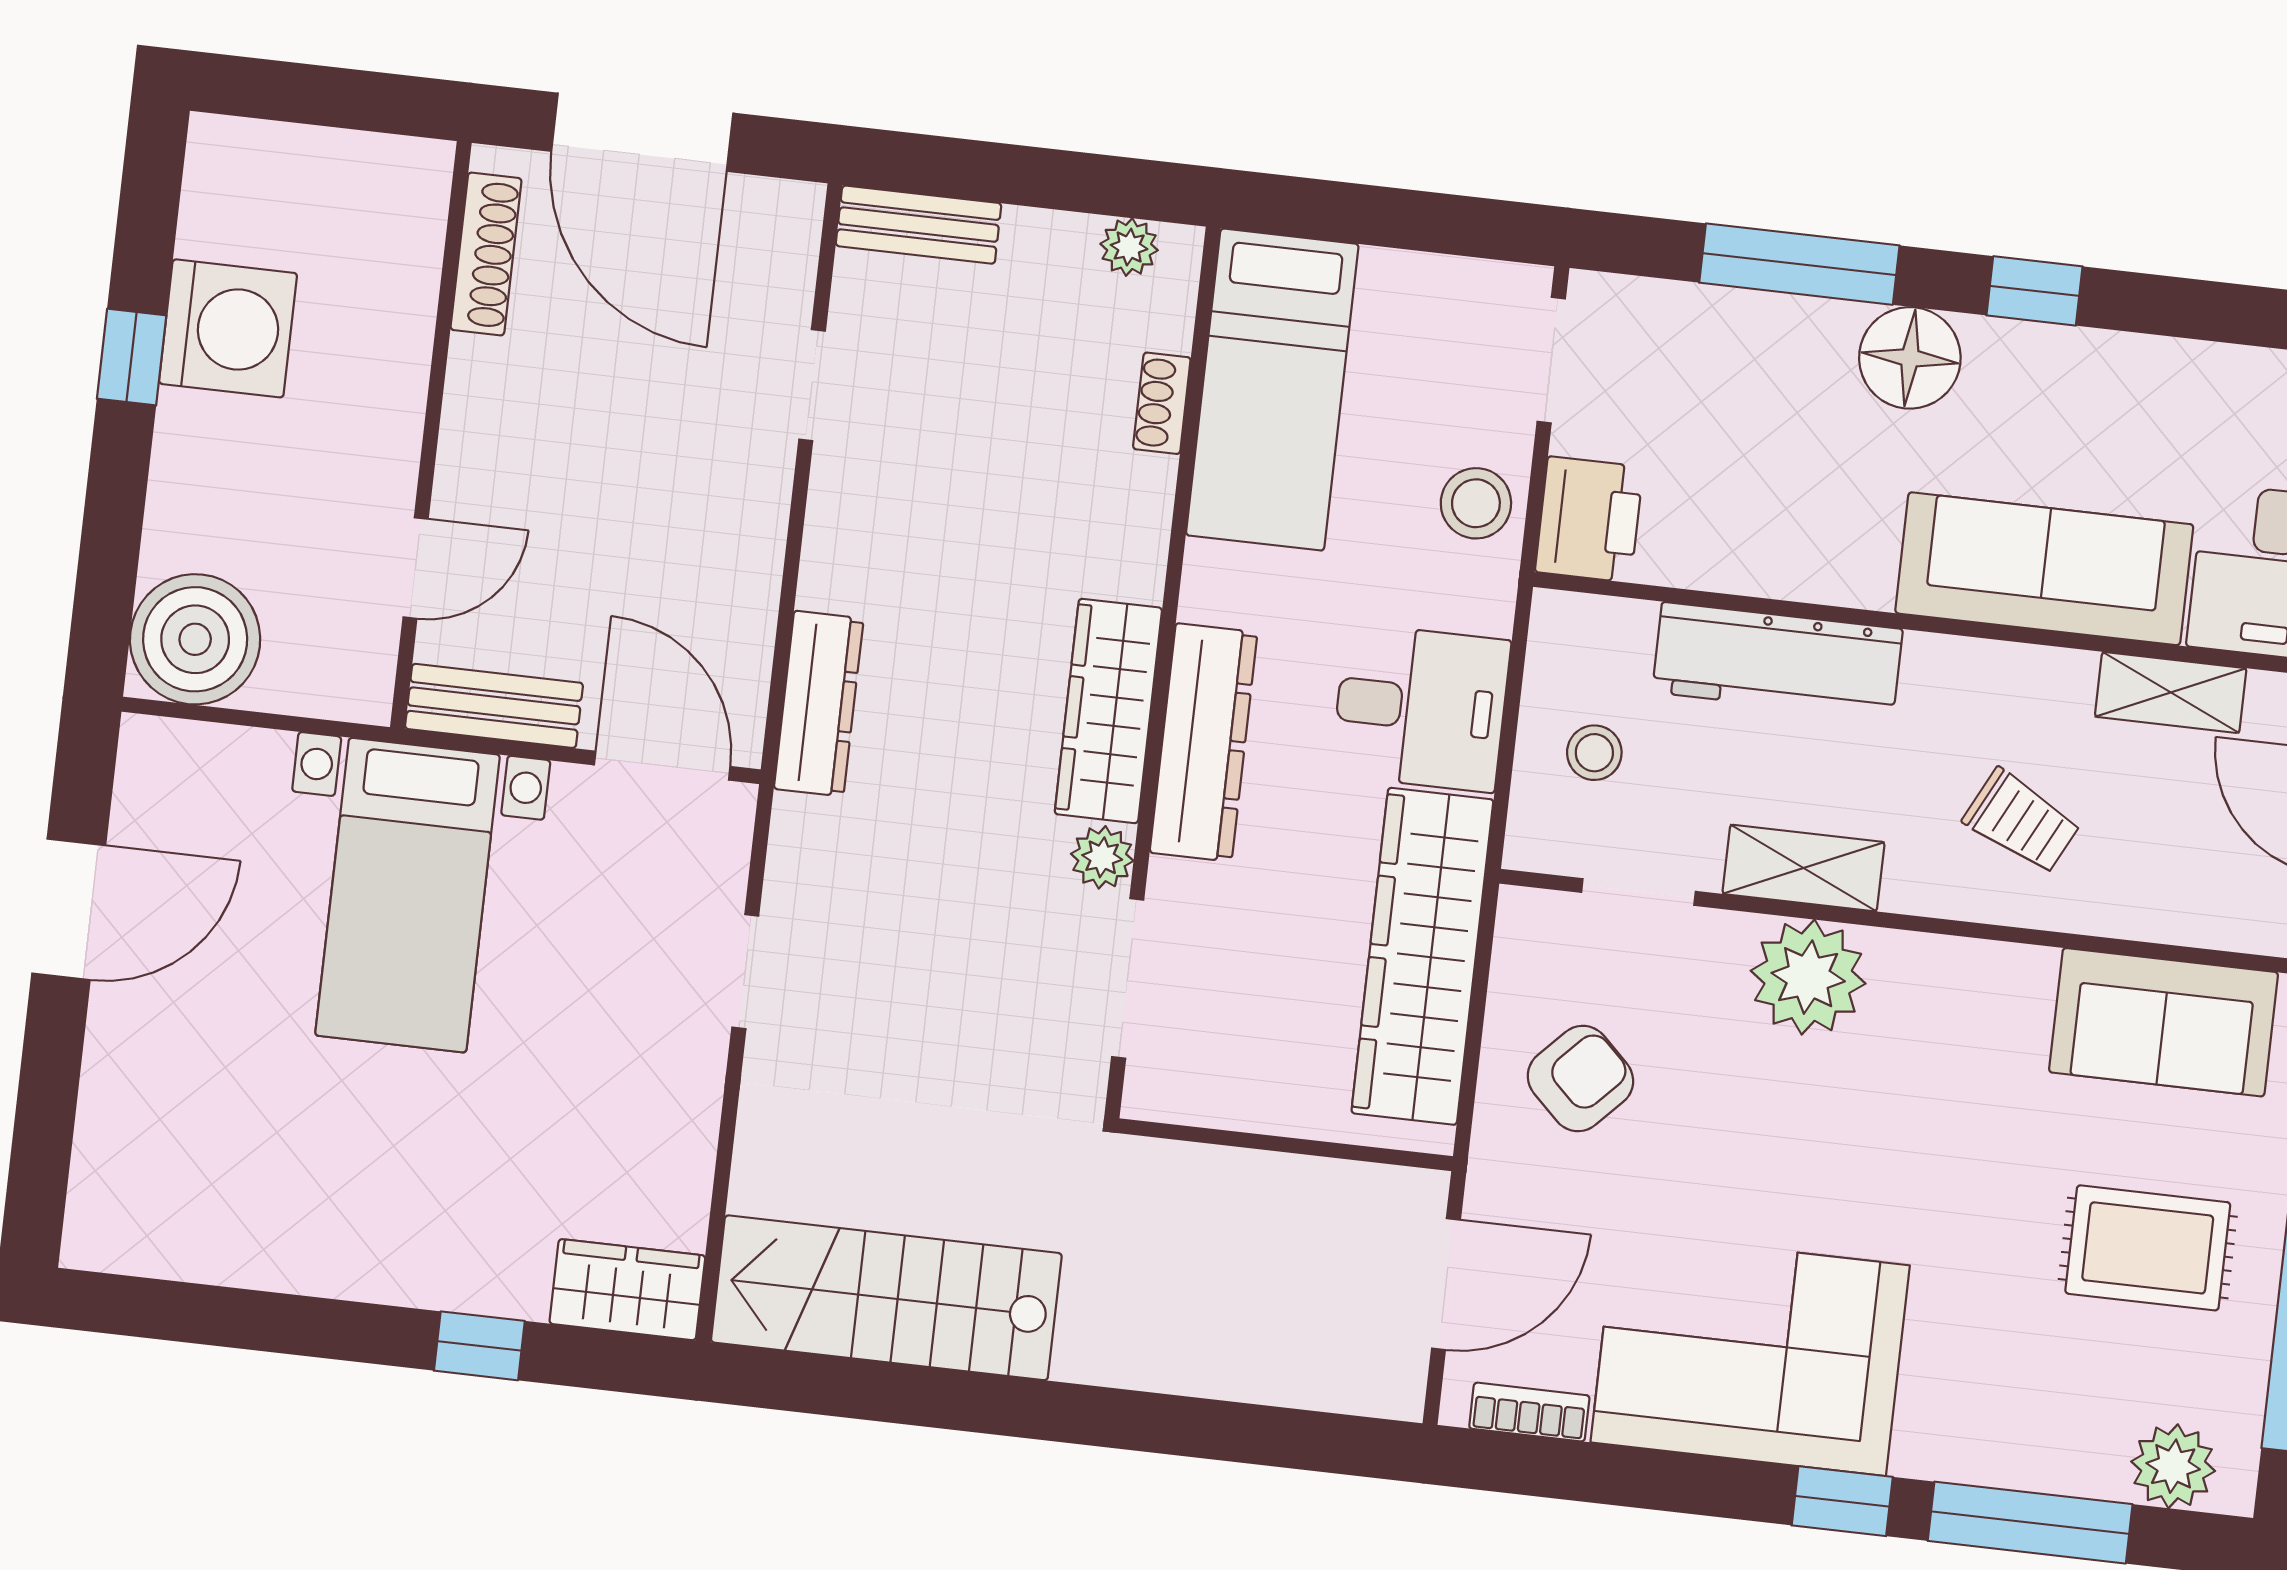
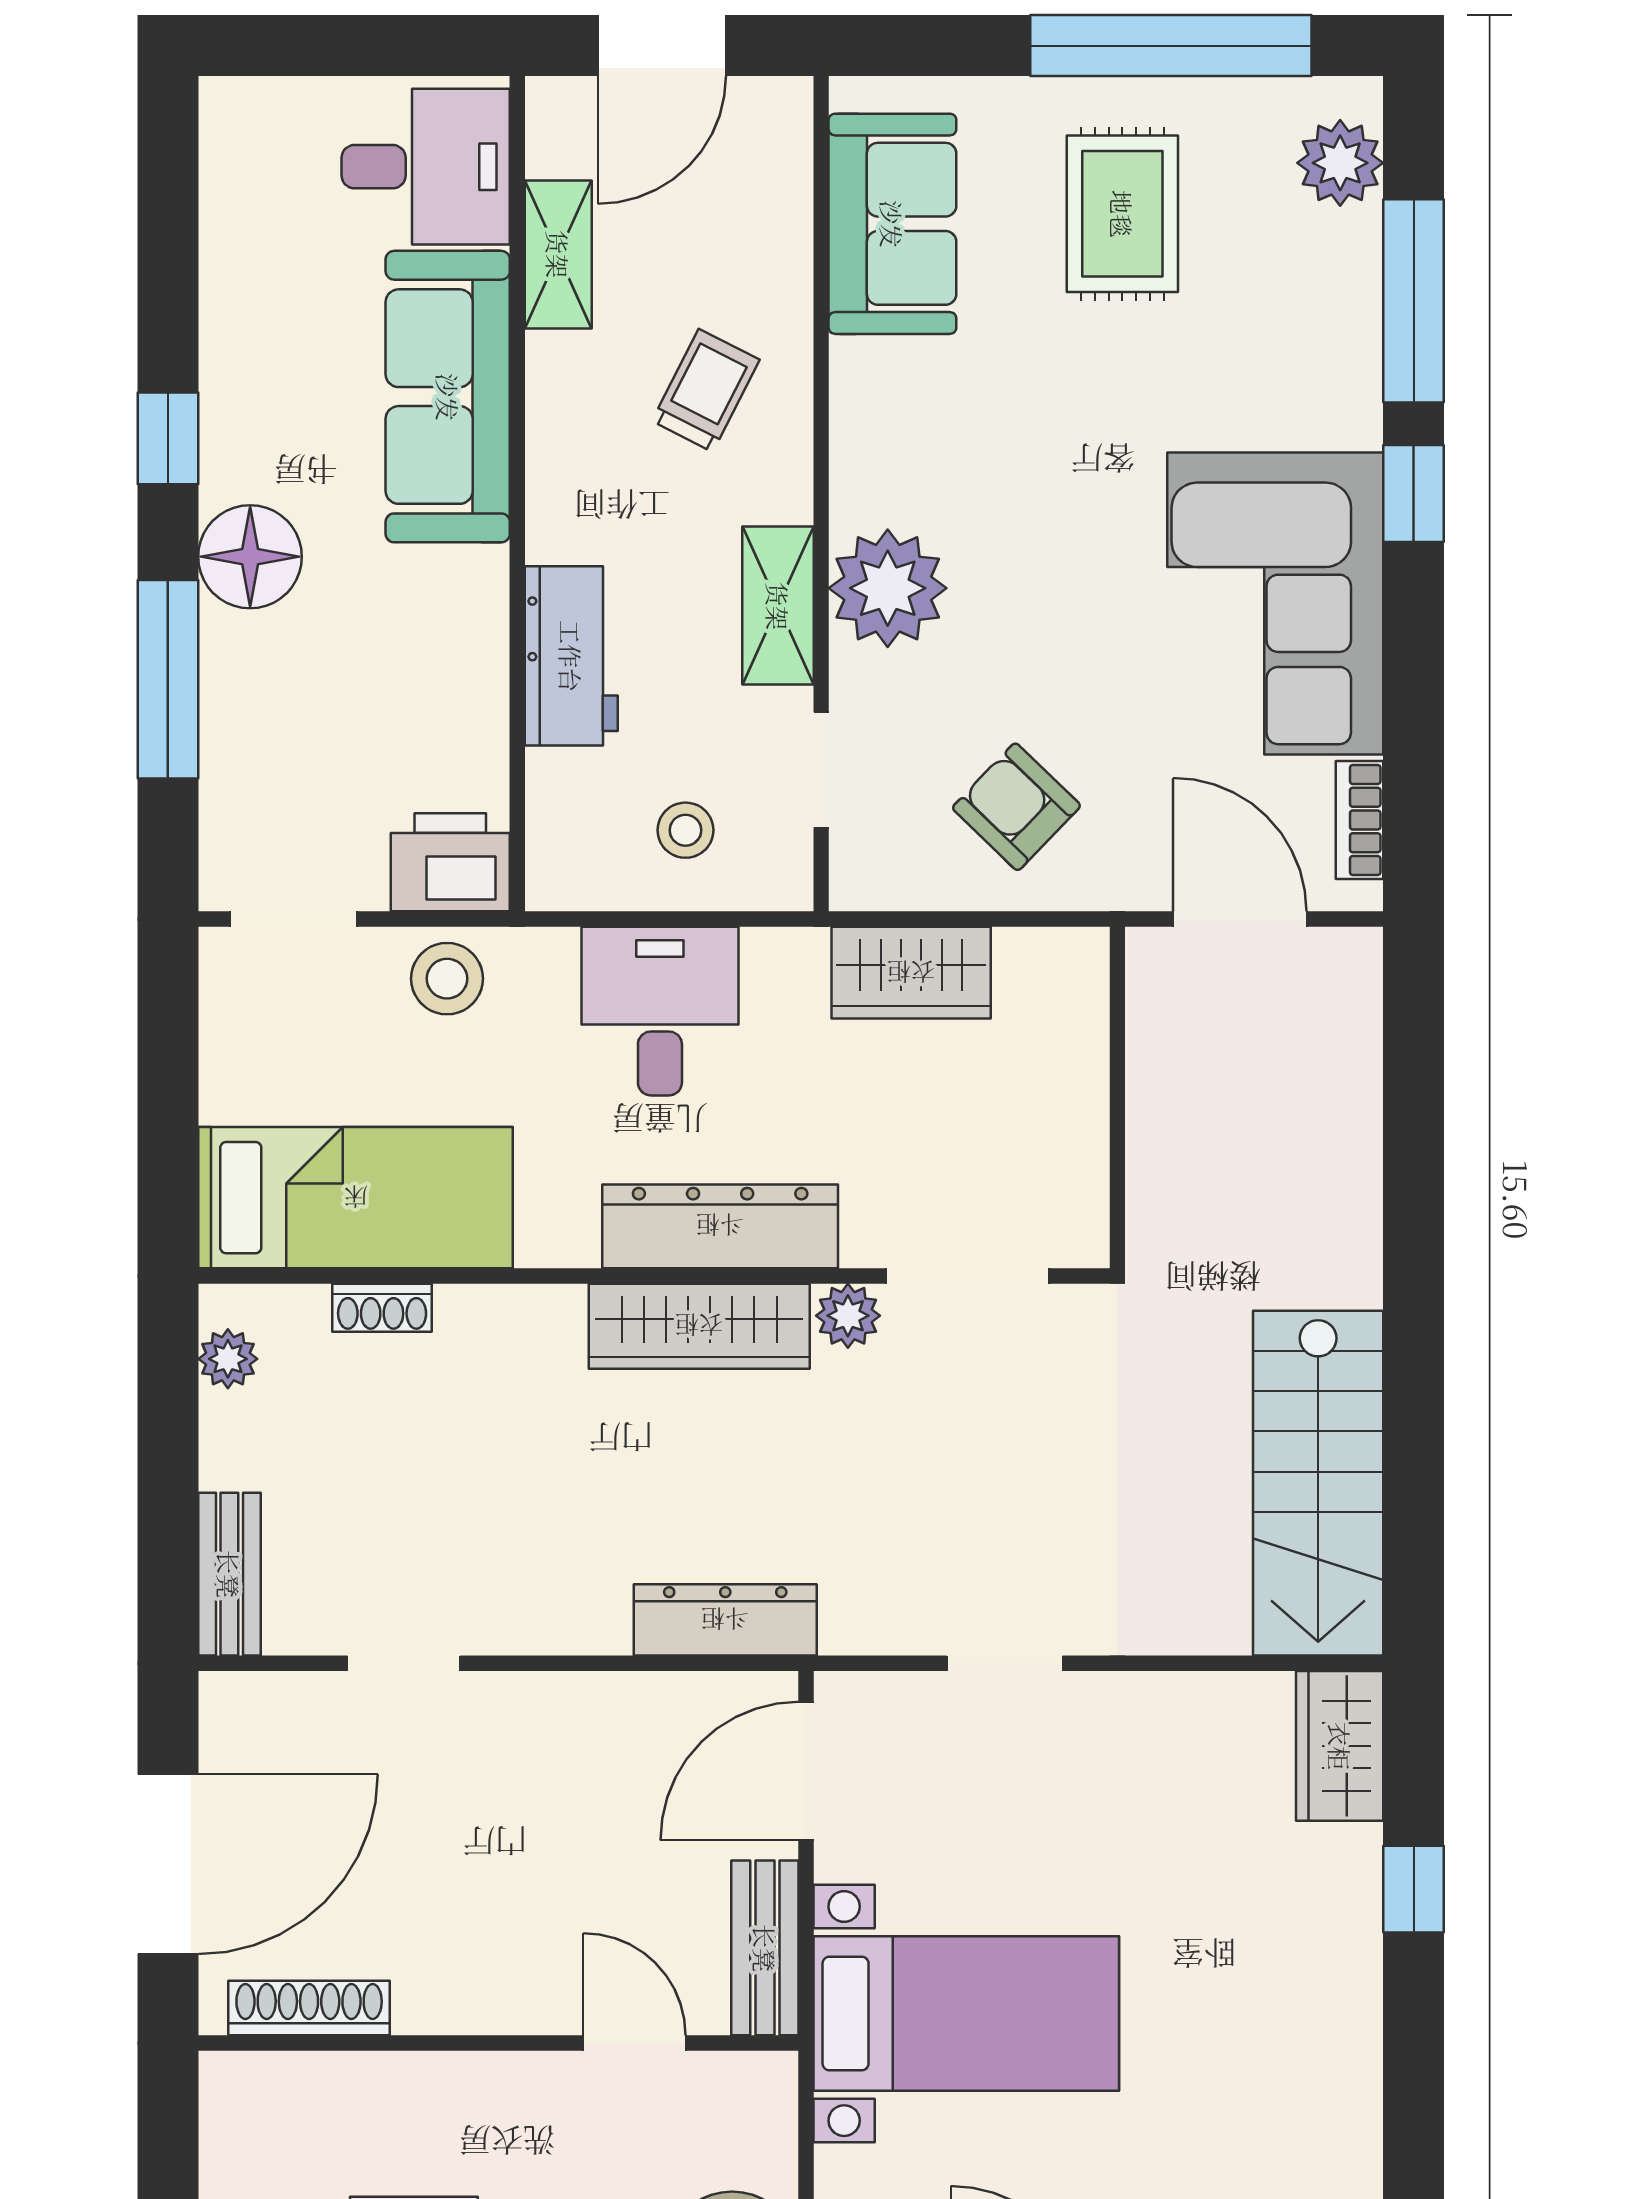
workbench: (1777, 661) -> (571, 656), width x0.73
wardrobe: (1422, 956) -> (911, 973), width x0.48, depth x0.85

